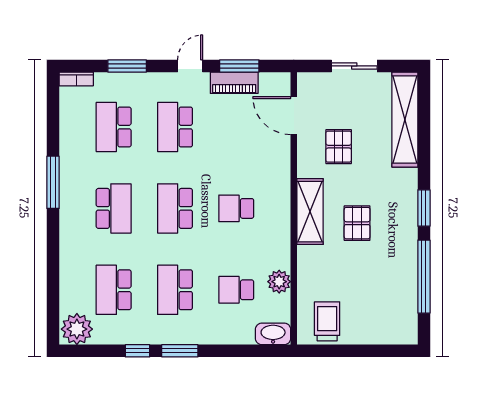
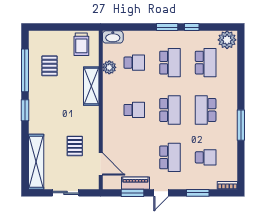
school desk: (114, 127) -> (206, 157), width x0.54
shelving: (310, 212) -> (91, 86), moved
pallet: (357, 223) -> (49, 66), moved

